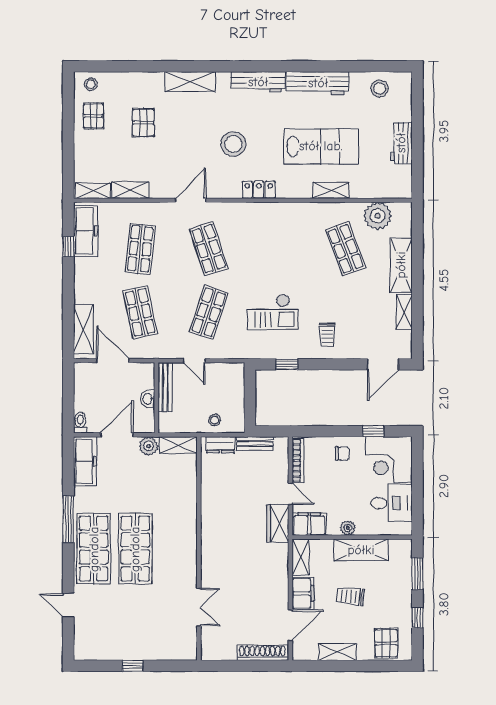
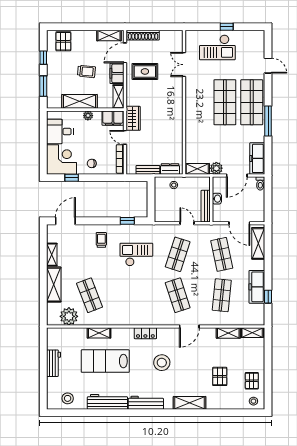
freezer: (86, 231) -> (257, 287), moved
rug: (260, 596) -> (145, 71), added
checkout: (147, 634) -> (217, 47), added
shelving: (337, 652) -> (109, 36), moved

